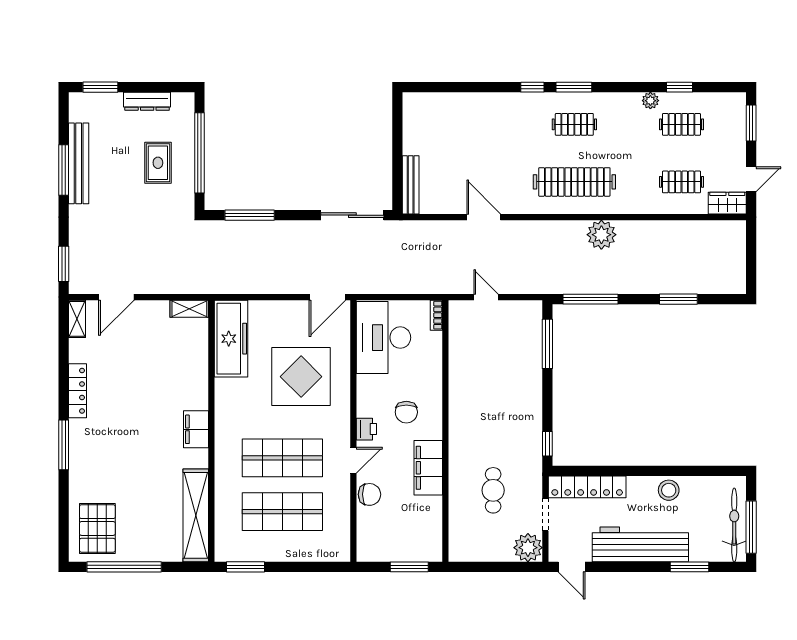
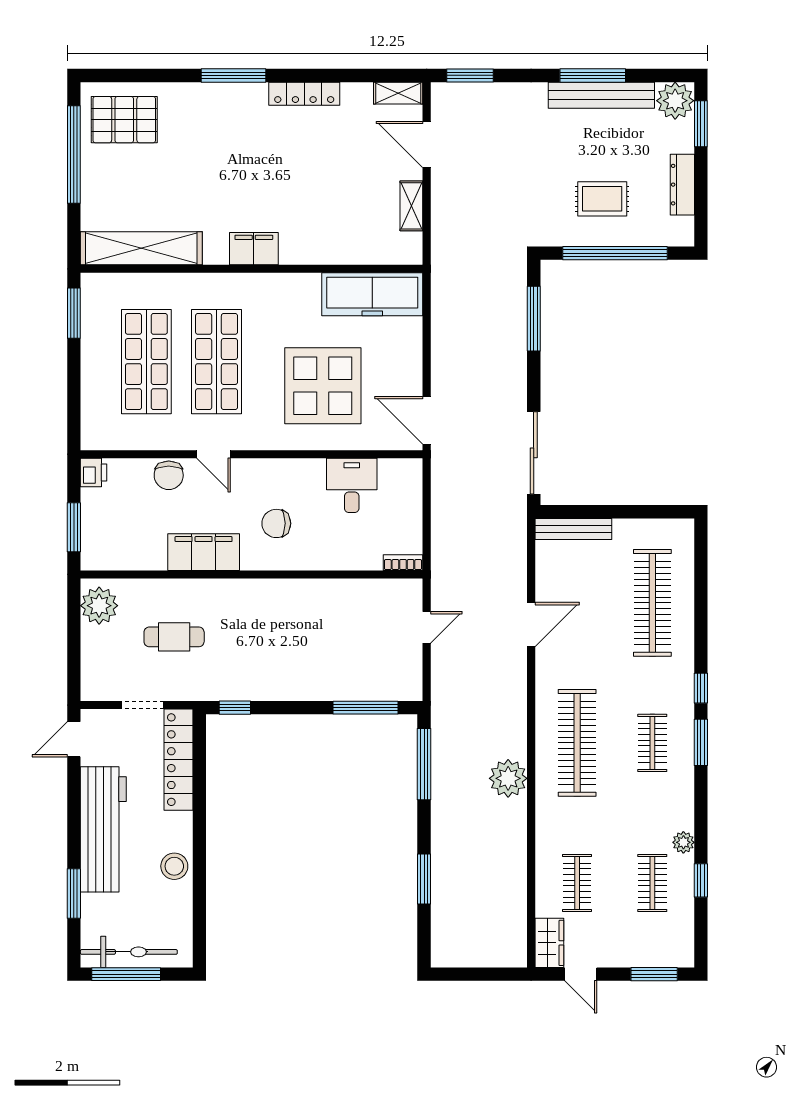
plant: (83, 107) -> (675, 101), added
clothes rail: (467, 124) -> (652, 603), added
shelving: (189, 309) -> (411, 206), moved
desk: (384, 338) -> (352, 485), width x0.53, depth x0.77
printer: (366, 429) -> (94, 473), moved, turned -90
plant: (528, 548) -> (99, 606), moved

